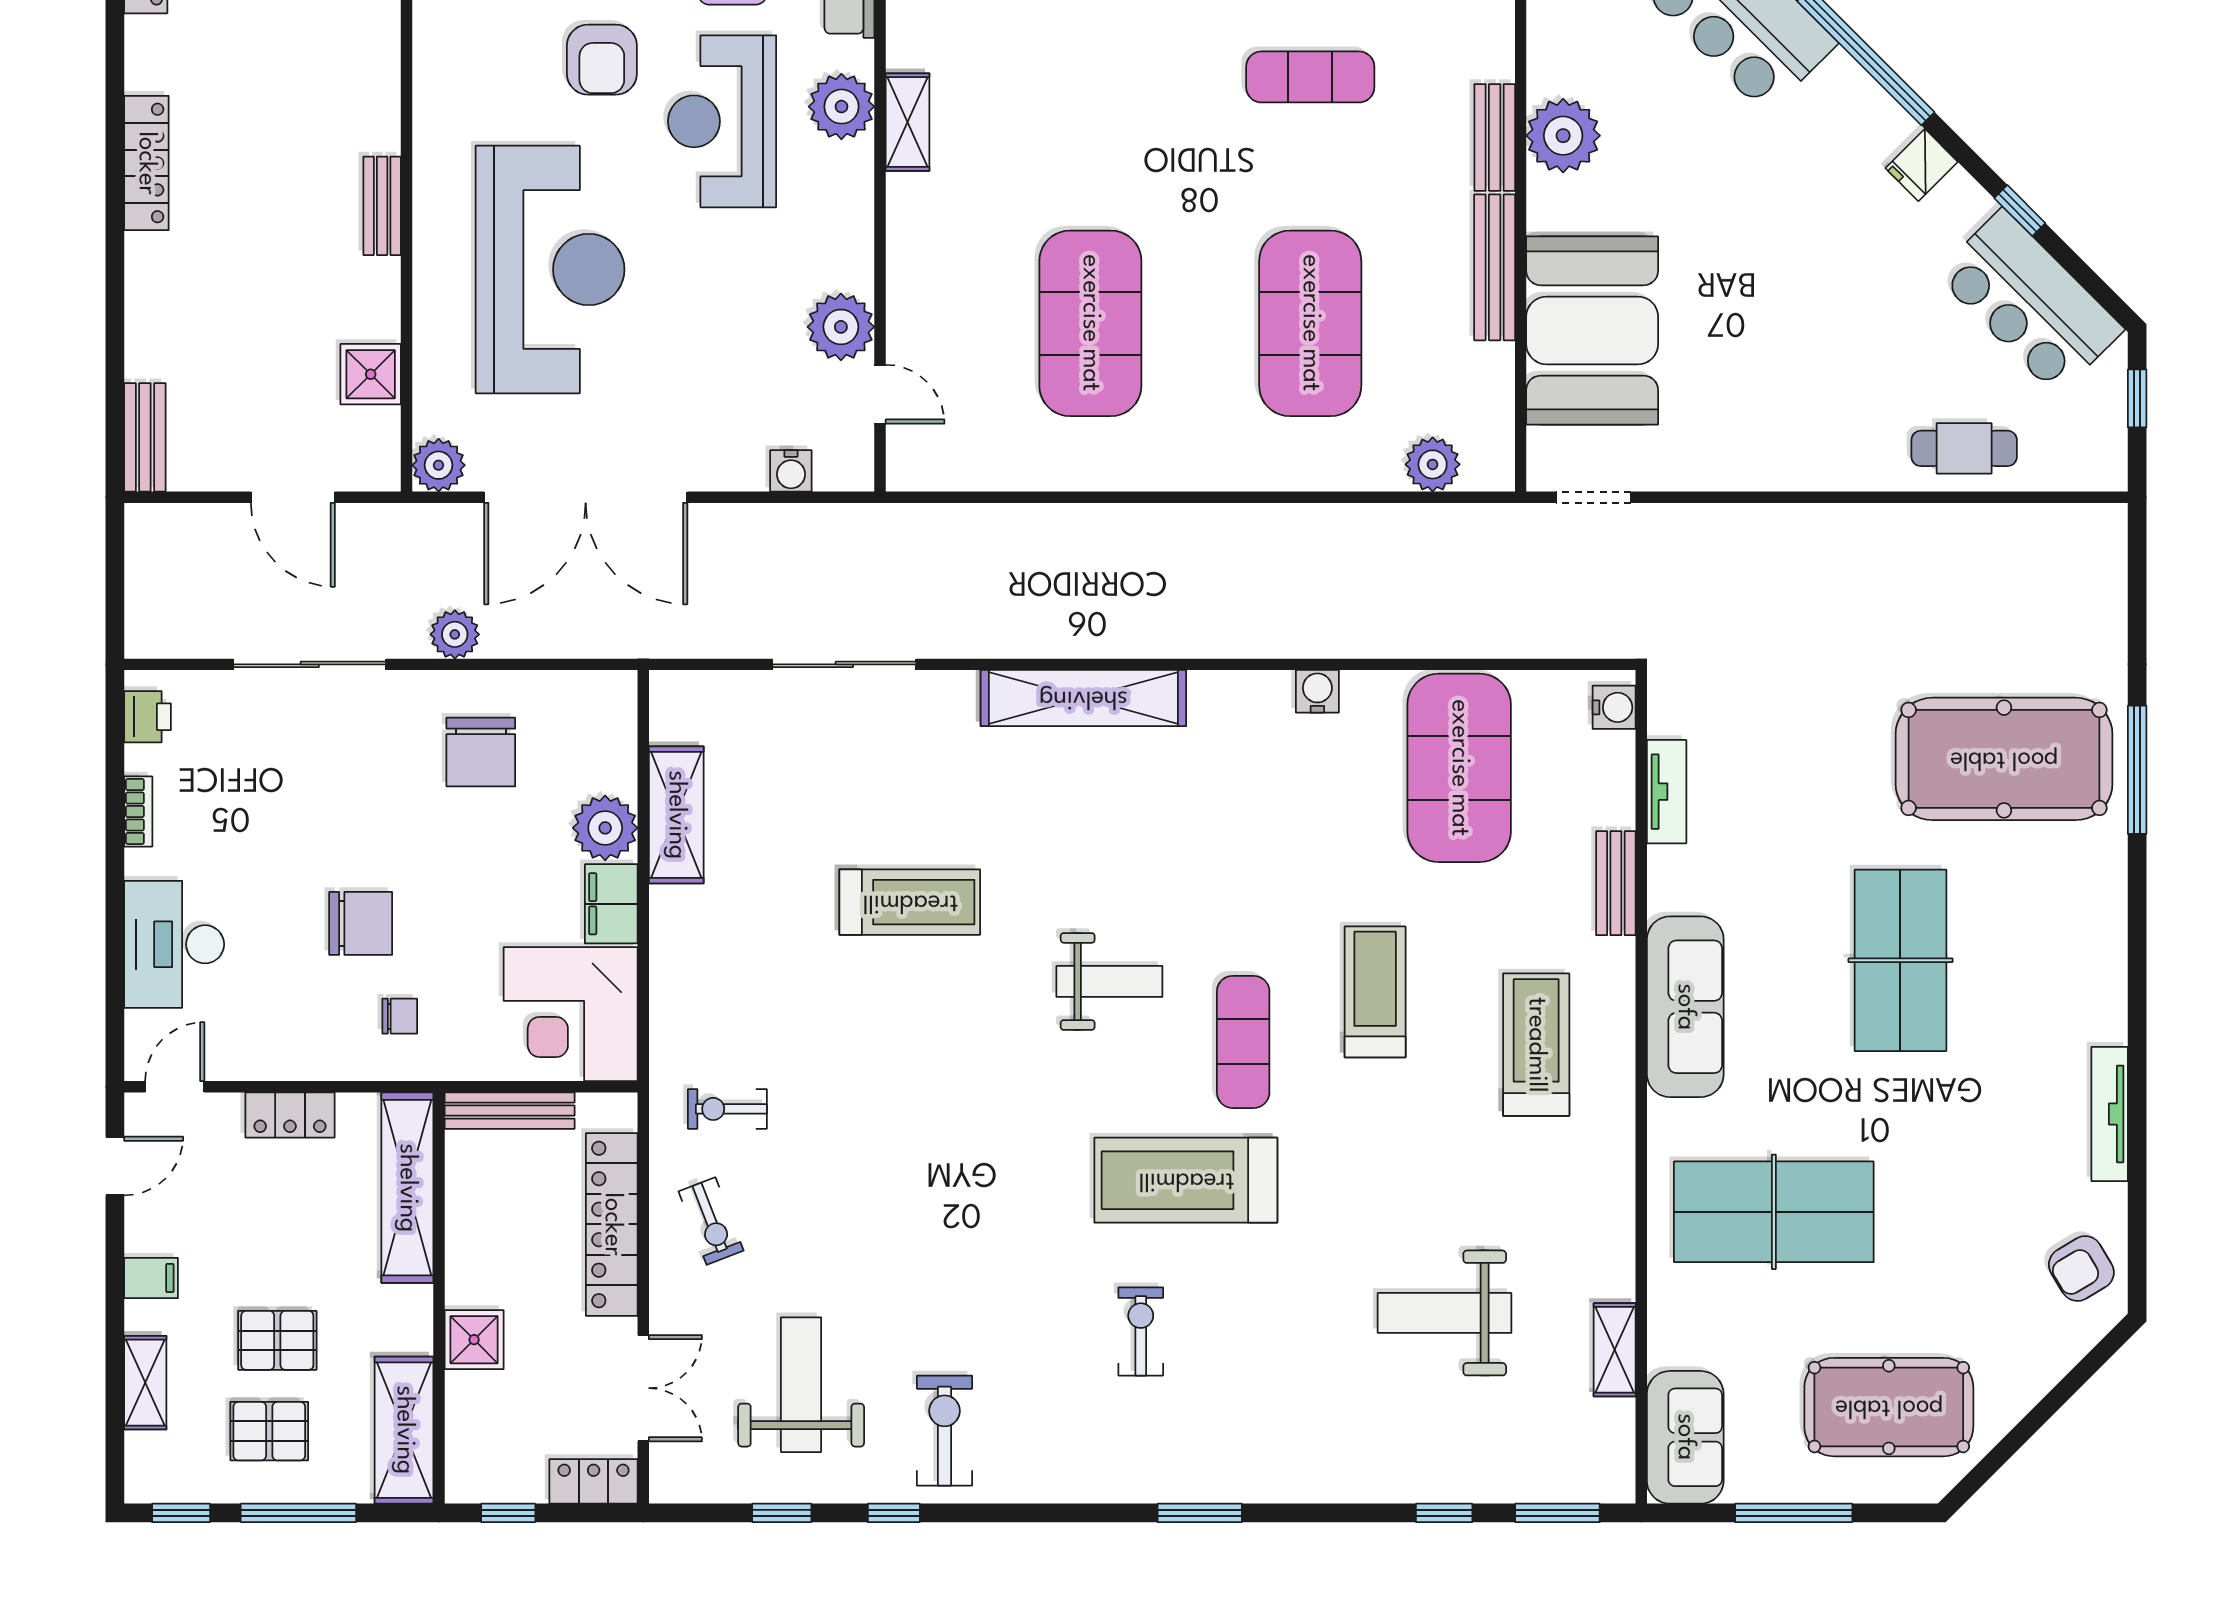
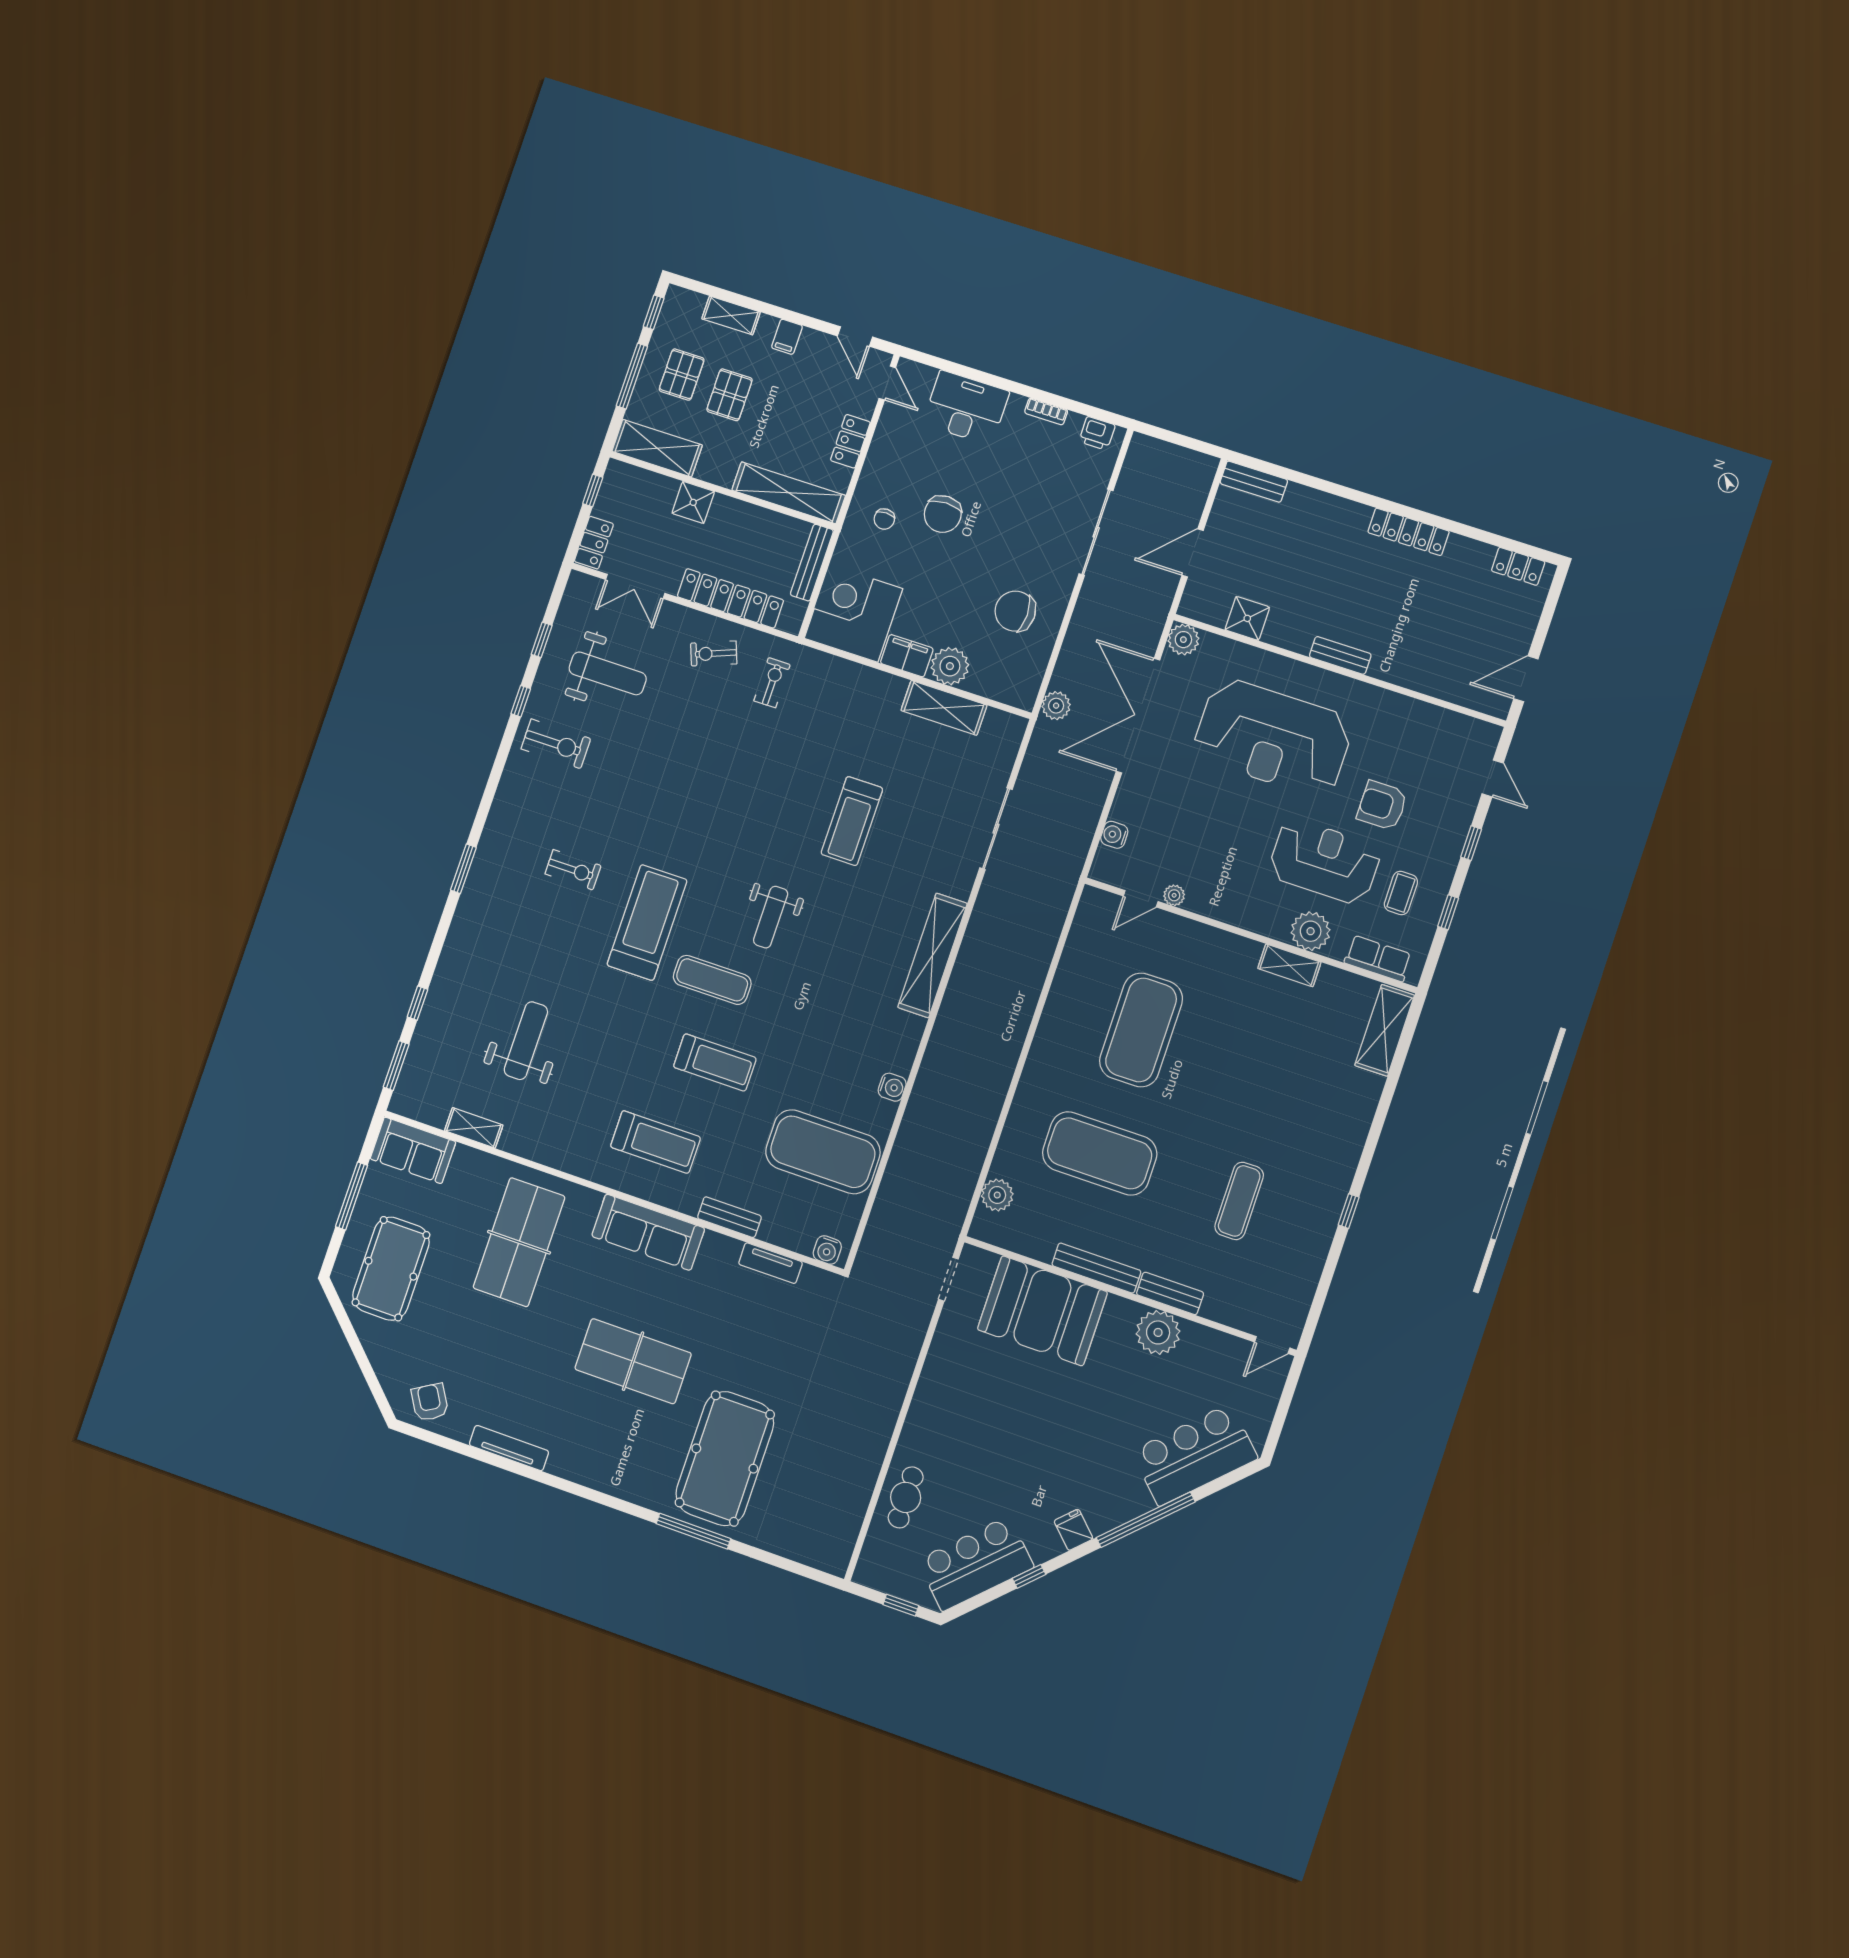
exercise mat: (1090, 323) -> (1141, 1030), turned 90
plant: (841, 327) -> (1174, 895), width x0.53, depth x0.53
plant: (455, 634) -> (1056, 706), moved

